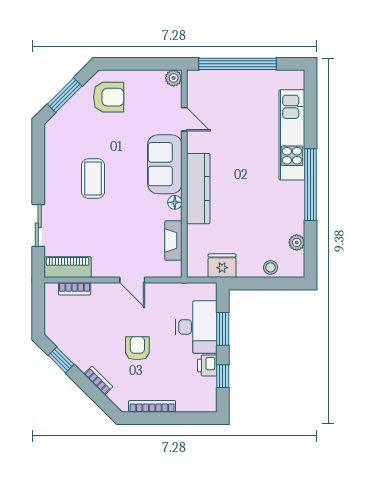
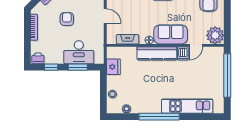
plant: (174, 78) -> (215, 35), width x1.88, depth x1.88
dishwasher: (198, 143) -> (183, 53), added
door: (132, 280) -> (105, 16), swing flipped
armchair: (137, 348) -> (67, 19), turned -90
printer: (207, 365) -> (38, 58), moved

